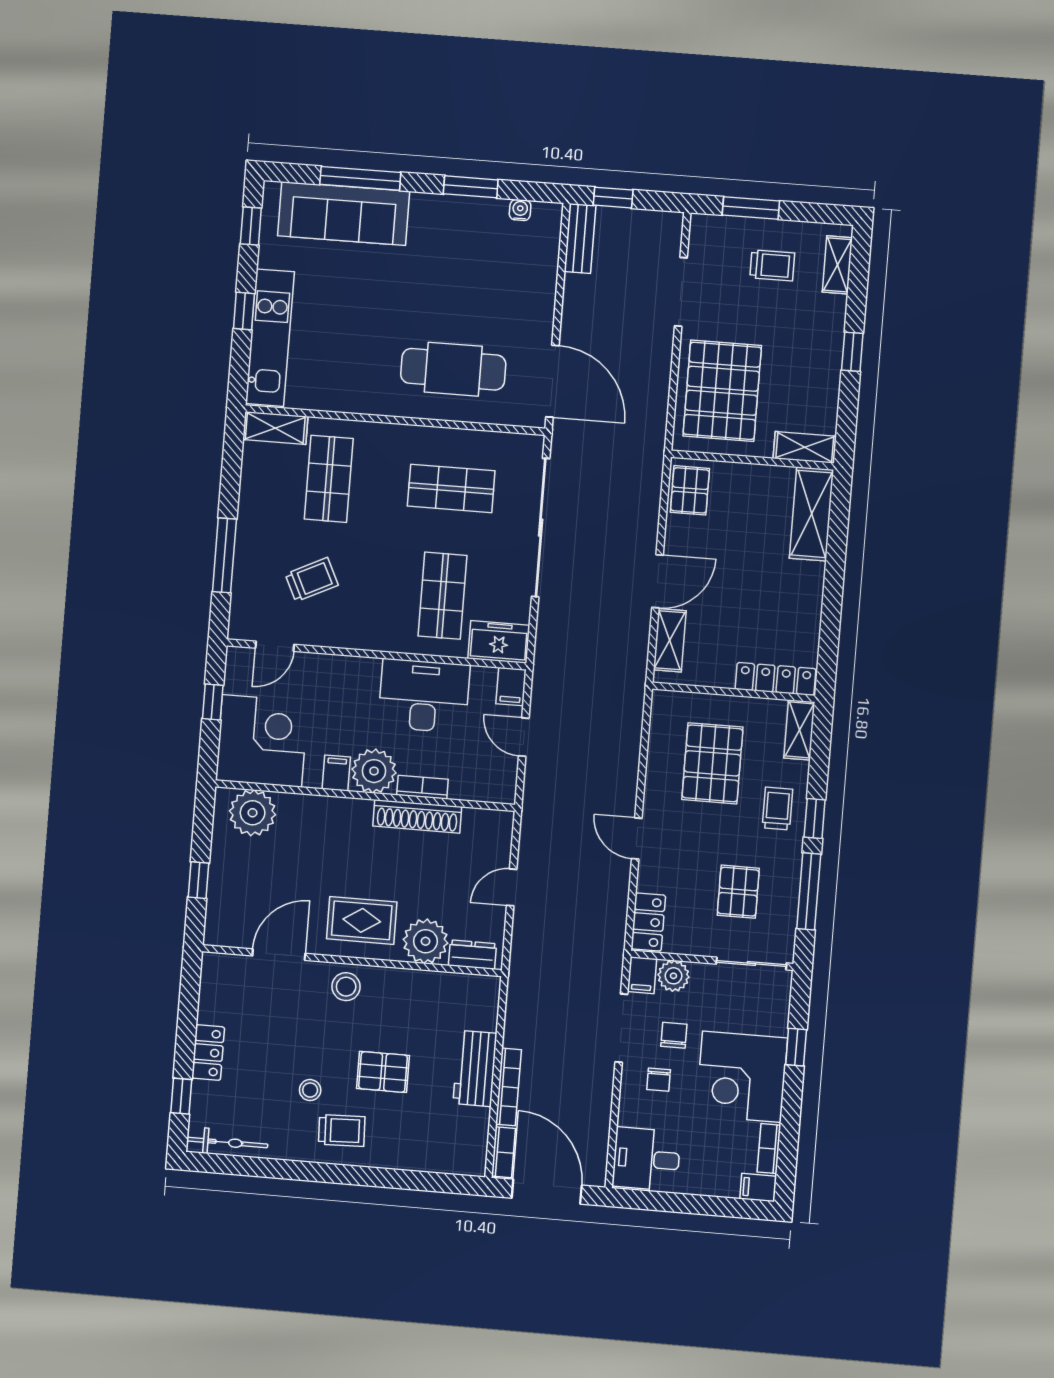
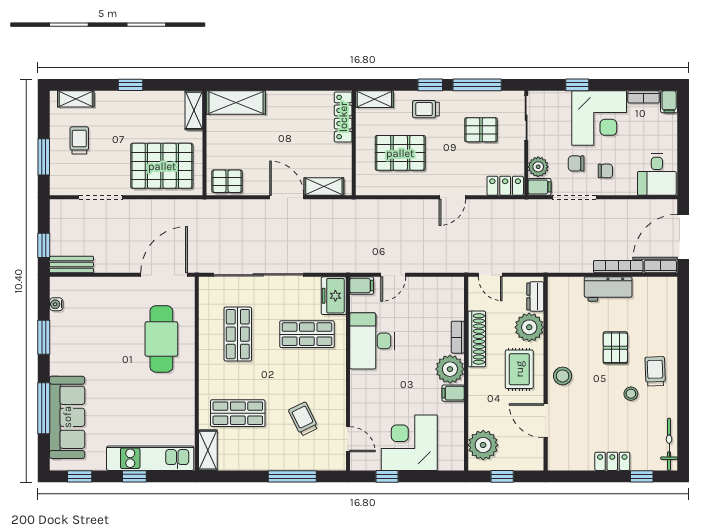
plant: (374, 771) -> (450, 369), moved
filing cabinet: (336, 773) -> (453, 393), moved
bookcase: (422, 787) -> (458, 337), moved
wall: (365, 796) -> (466, 374), moved
plant: (253, 813) -> (483, 445), moved
shoe rack: (417, 816) -> (477, 339), moved

